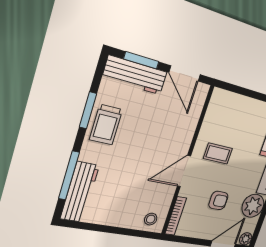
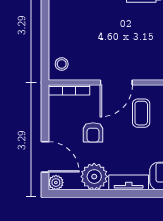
door: (184, 171) -> (116, 83), swing flipped

